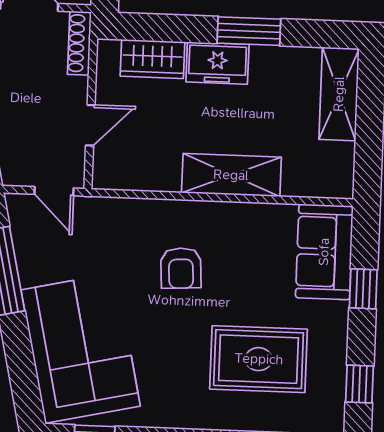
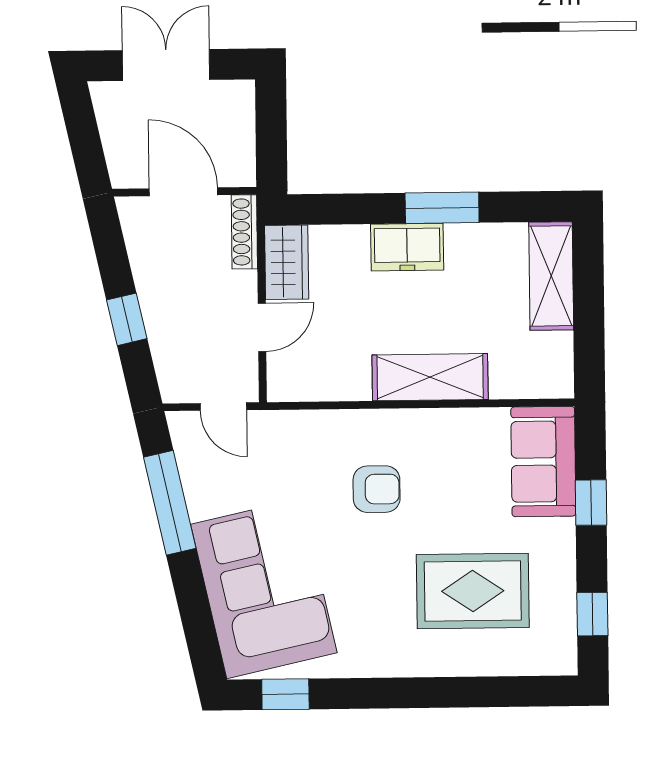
wardrobe: (152, 59) -> (287, 262), moved, turned -90
armchair: (181, 268) -> (377, 489), turned -87

